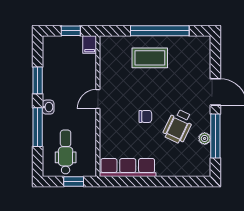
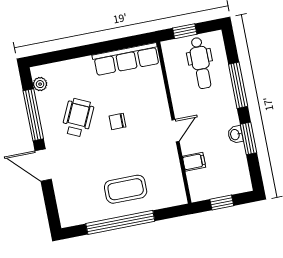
filing cabinet: (90, 44) -> (194, 162), moved, turned 90
washbasin: (48, 107) -> (235, 135), moved
plant: (205, 138) -> (40, 84), moved

